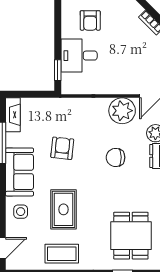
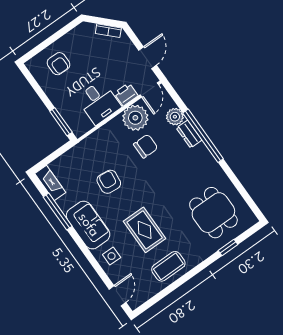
desk: (79, 56) -> (99, 102), moved, turned -90
window: (58, 70) -> (61, 122), width x1.50
printer: (128, 86) -> (126, 94), added
chair: (116, 157) -> (146, 146), moved, turned 180

